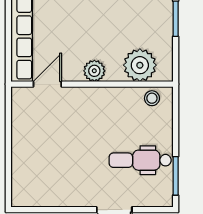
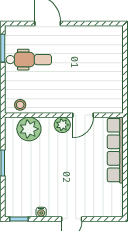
door: (47, 84) -> (83, 115), moved

